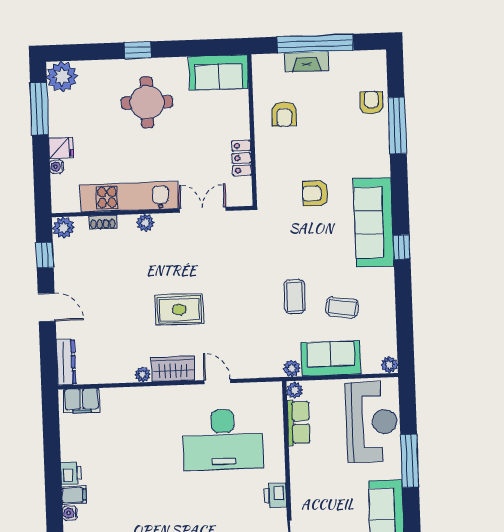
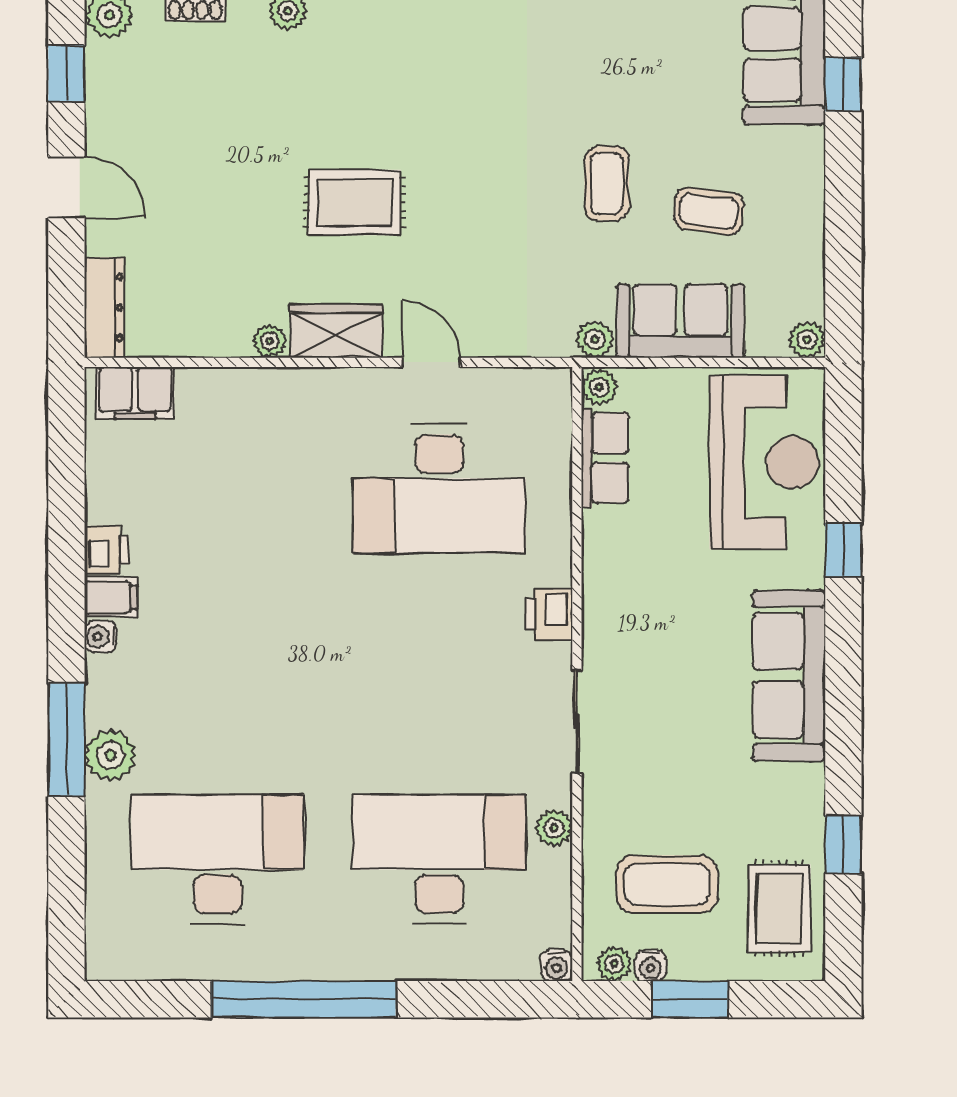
window: (410, 461) -> (843, 550), width x0.46

